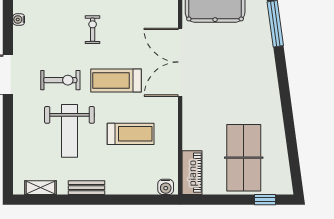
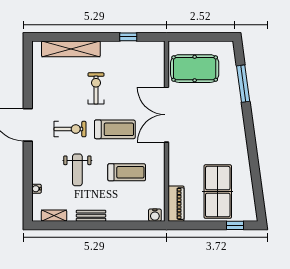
water cooler: (19, 19) -> (36, 189), moved
exercise bike: (93, 30) -> (96, 88), width x1.38, depth x1.39
treadmill: (116, 80) -> (115, 129), turned 180
weight bench: (69, 131) -> (77, 170), width x0.73, depth x0.75

